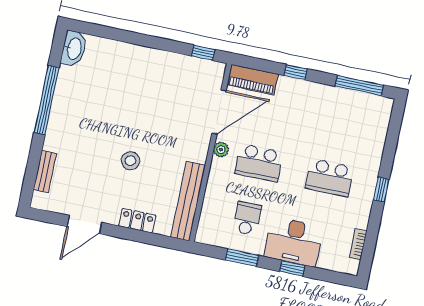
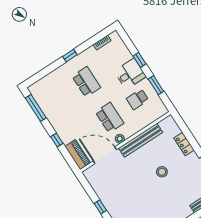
window: (203, 53) -> (100, 207), moved
bench: (188, 201) -> (141, 140), moved
desk: (294, 242) -> (130, 74), width x0.73

